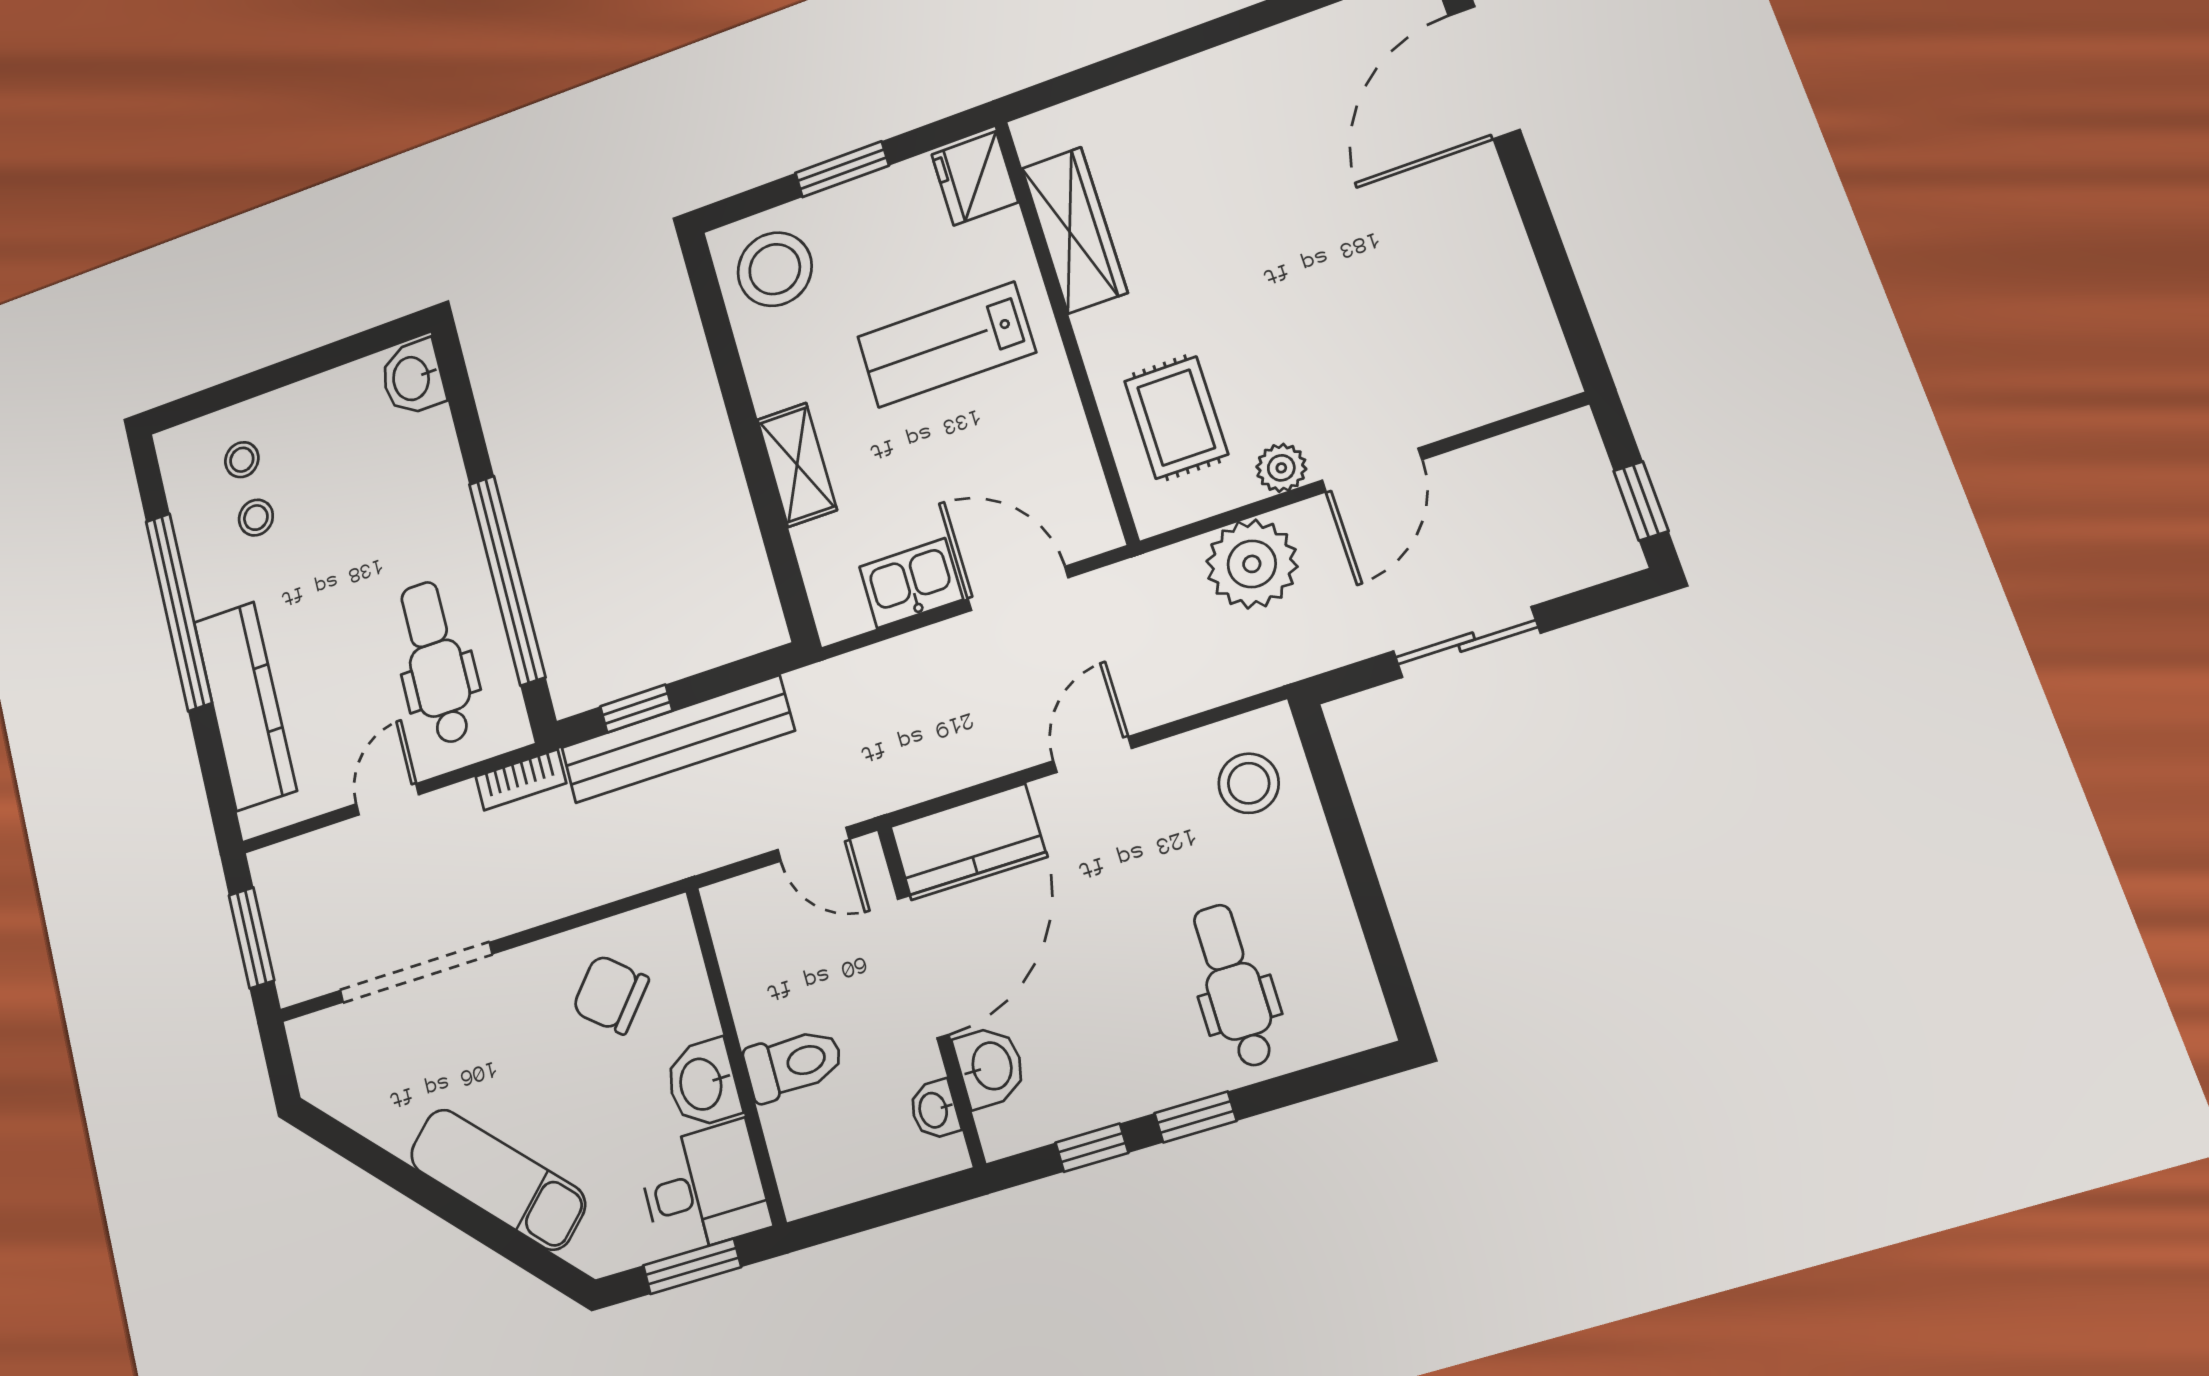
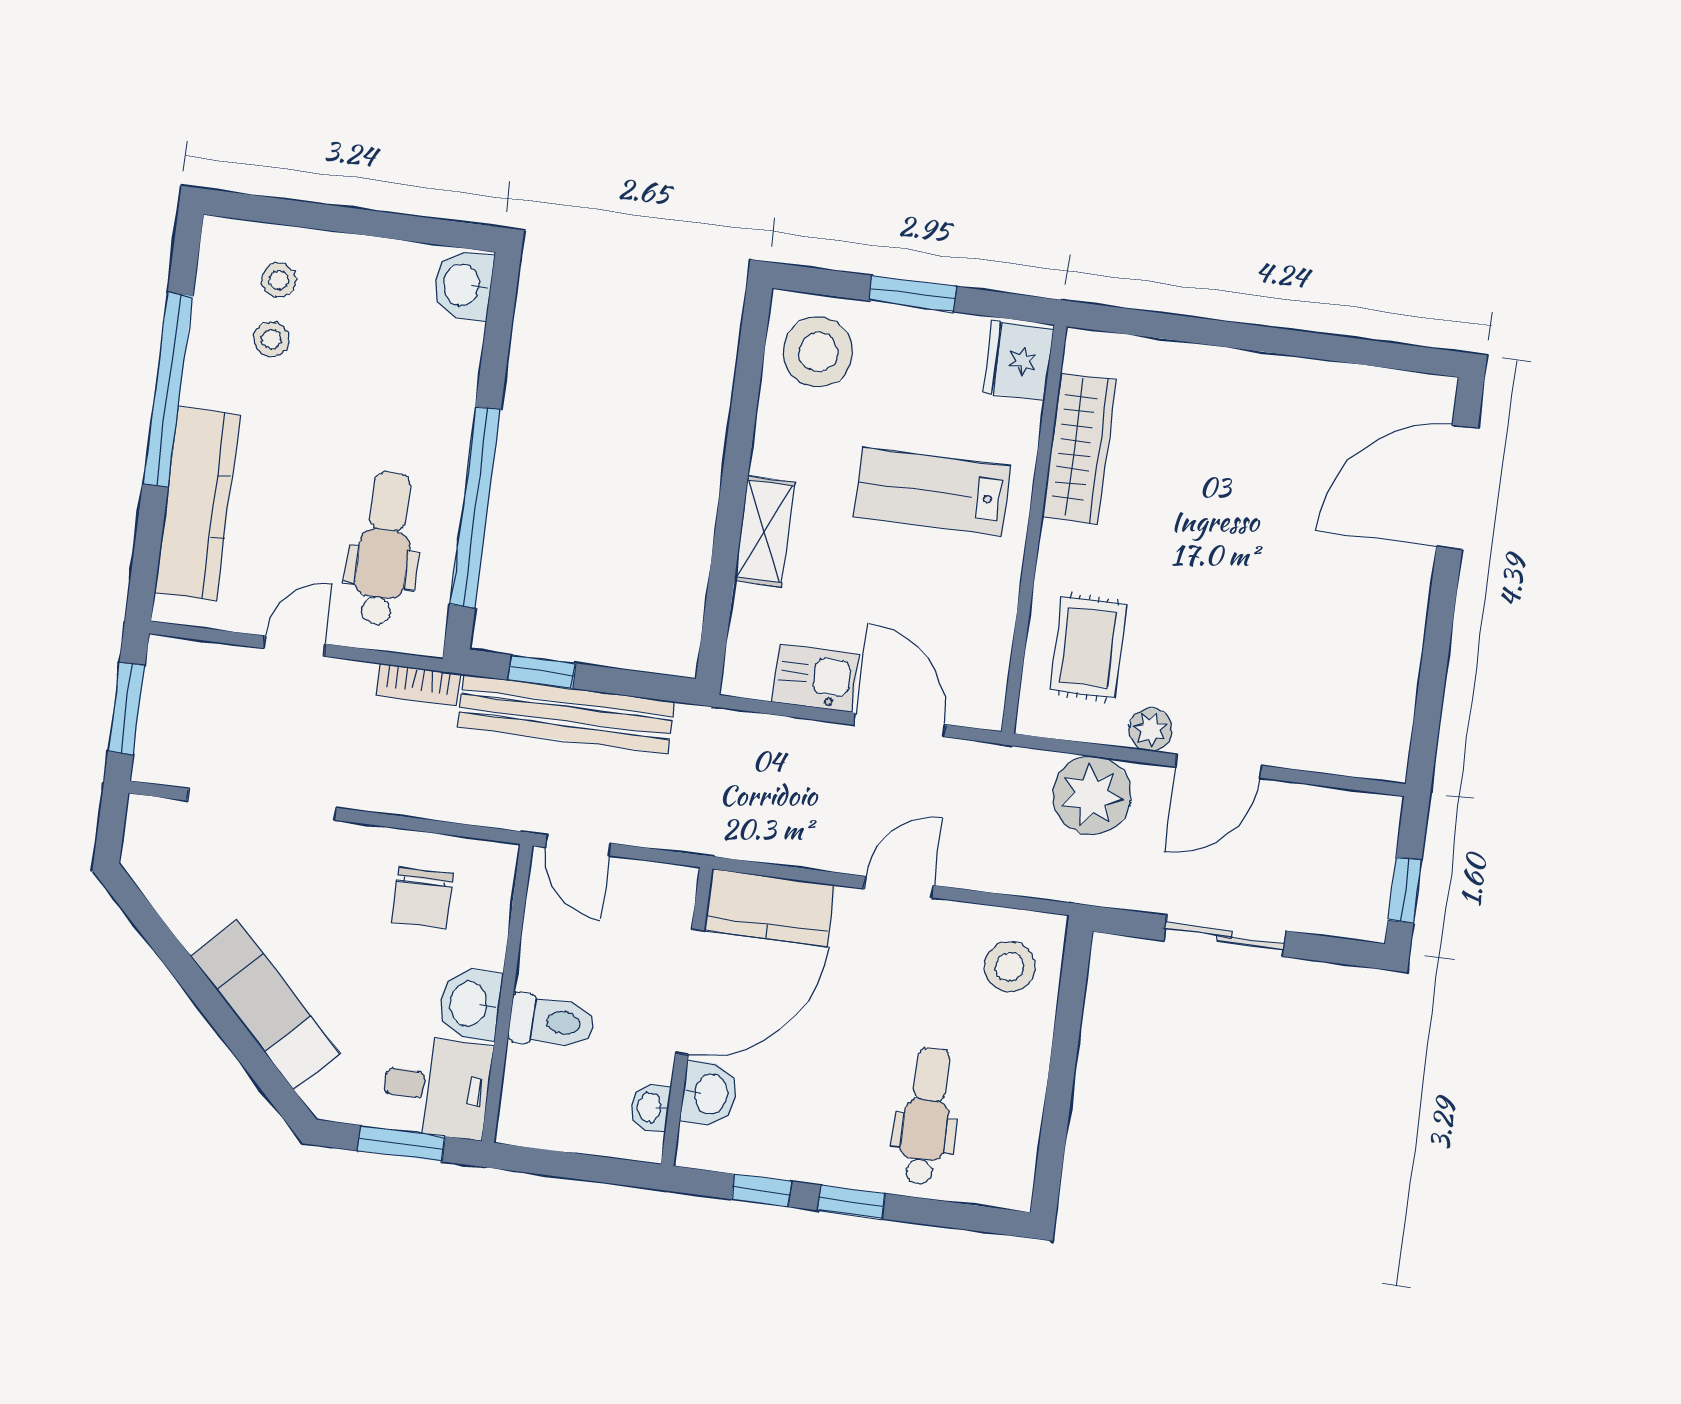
door: (814, 844) -> (578, 845), moved
chair: (610, 994) -> (422, 898), turned -130

